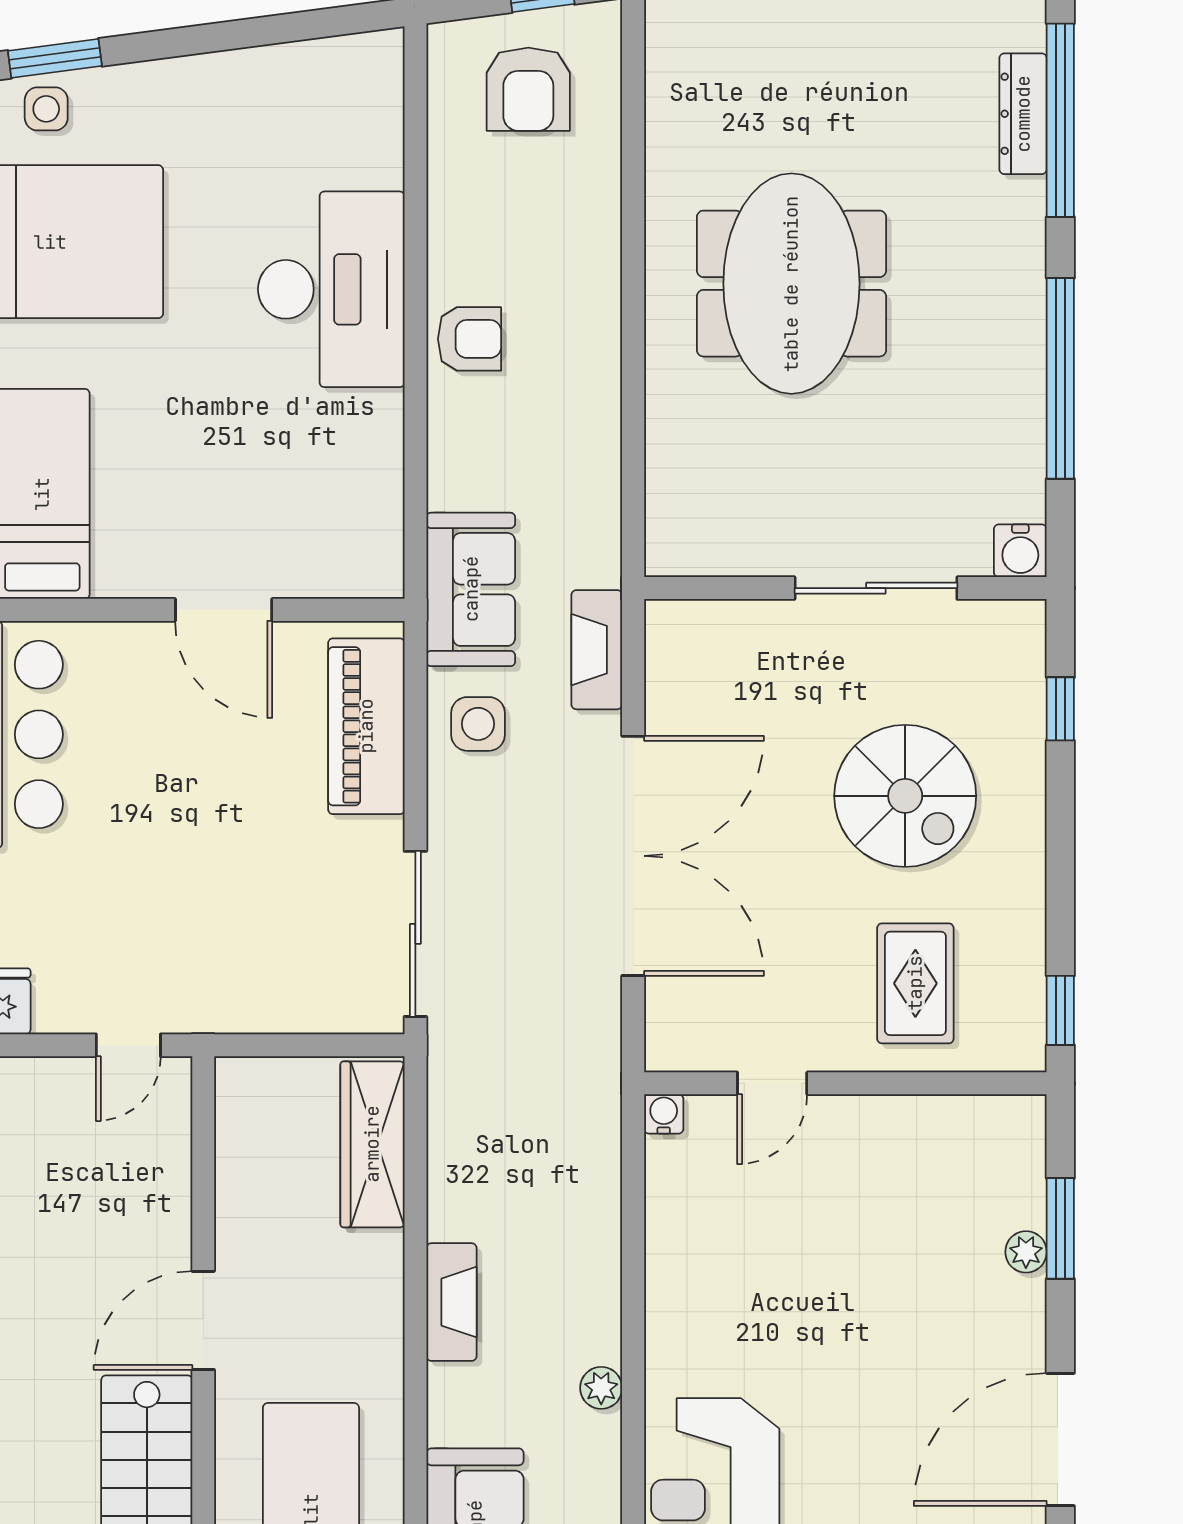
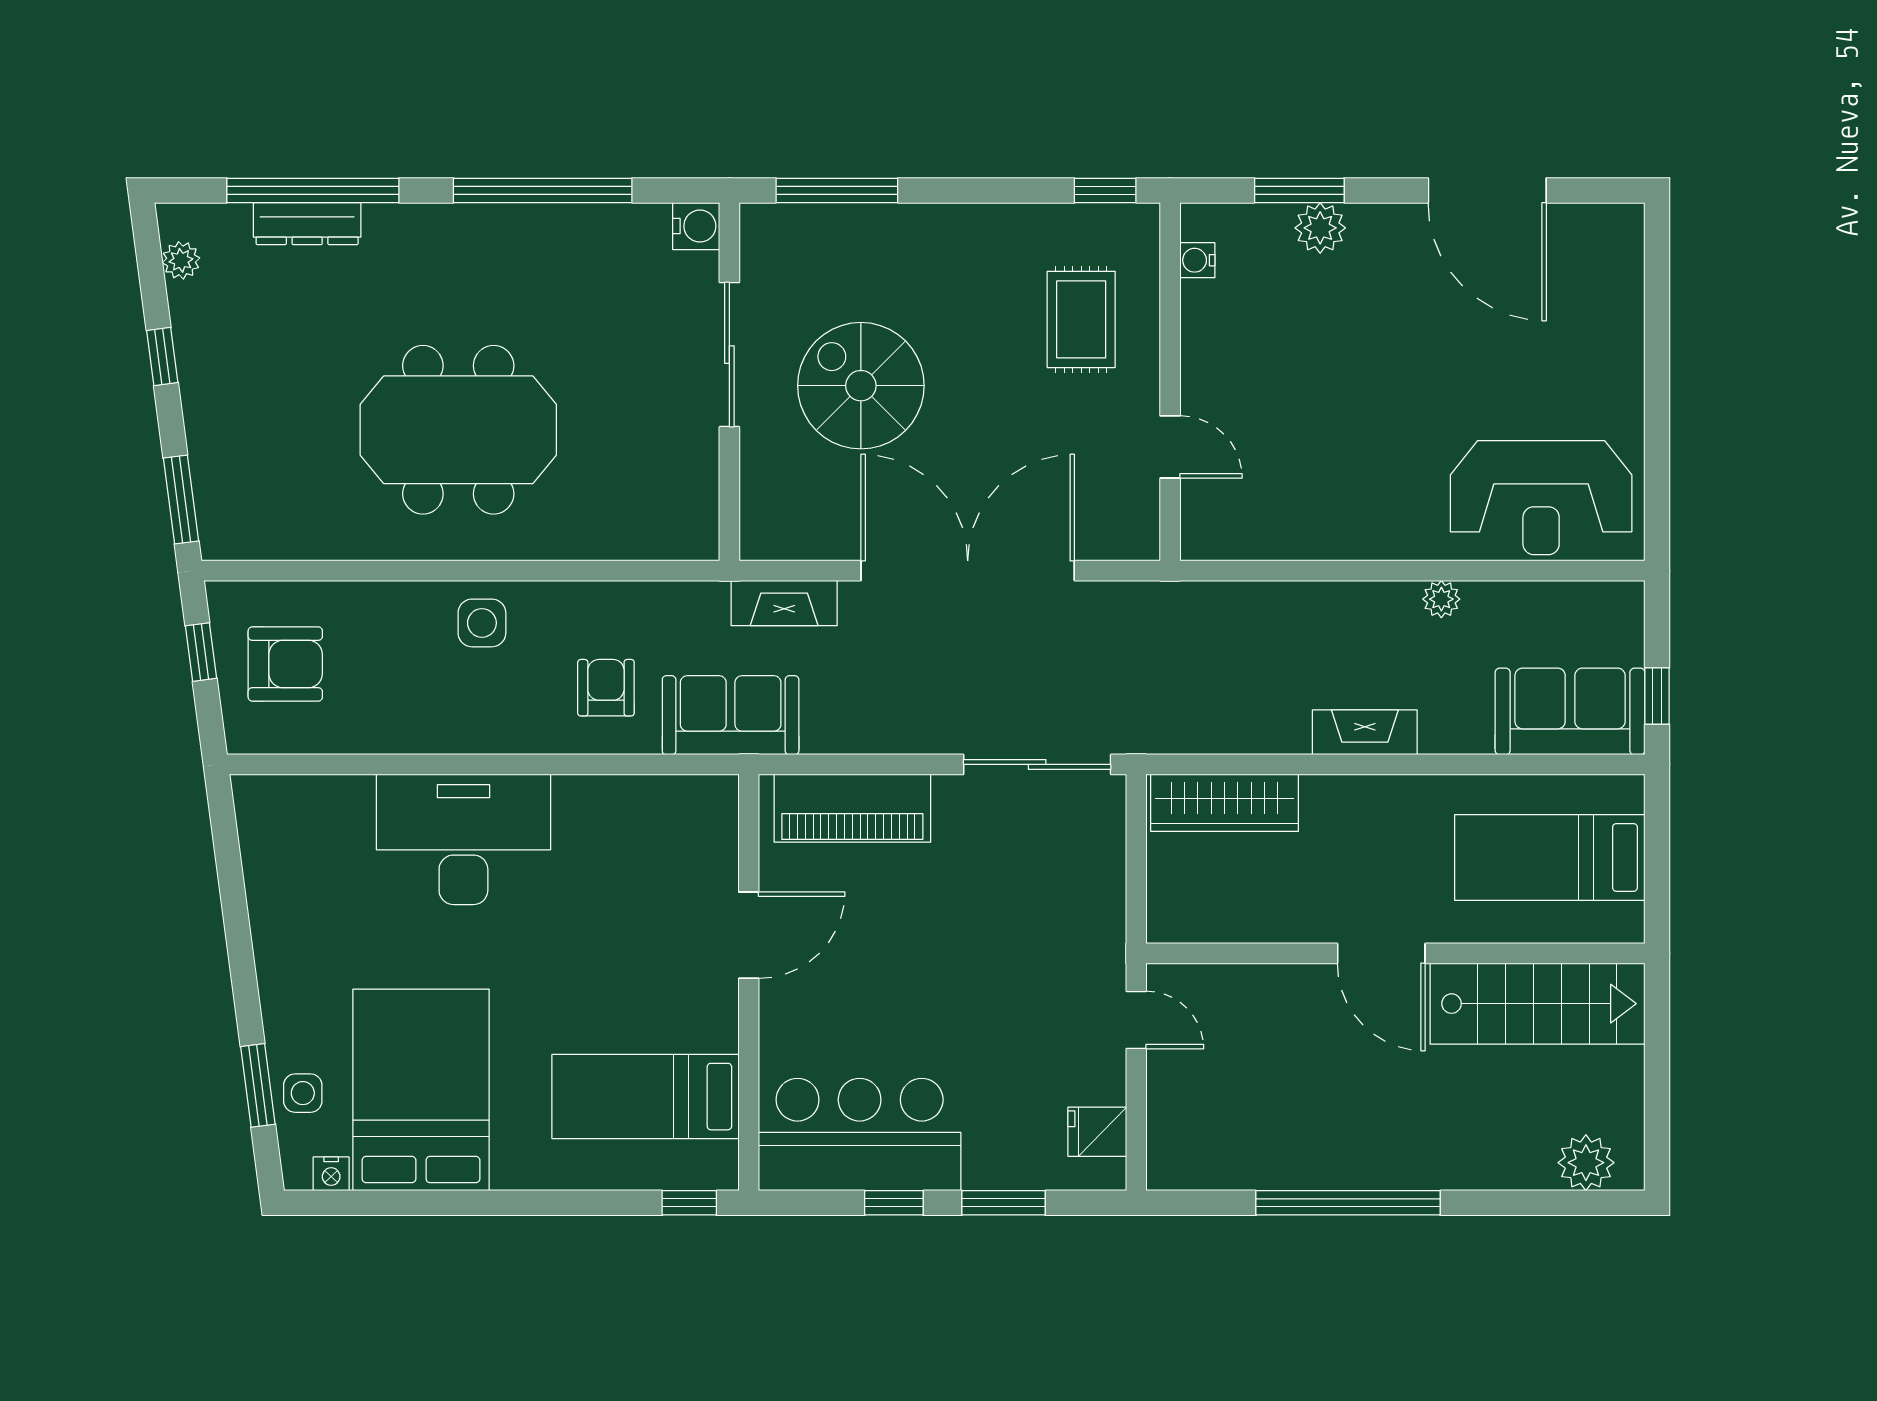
armchair: (469, 339) -> (606, 688), moved
window: (1060, 709) -> (837, 190), width x2.17
side table: (478, 724) -> (482, 623), moved
spiral stairs: (905, 796) -> (861, 386), moved, turned -90
rug: (915, 983) -> (1081, 319), turned 90
water cooler: (664, 1114) -> (1197, 260), moved
plant: (1026, 1252) -> (1320, 228), width x1.38, depth x1.38

